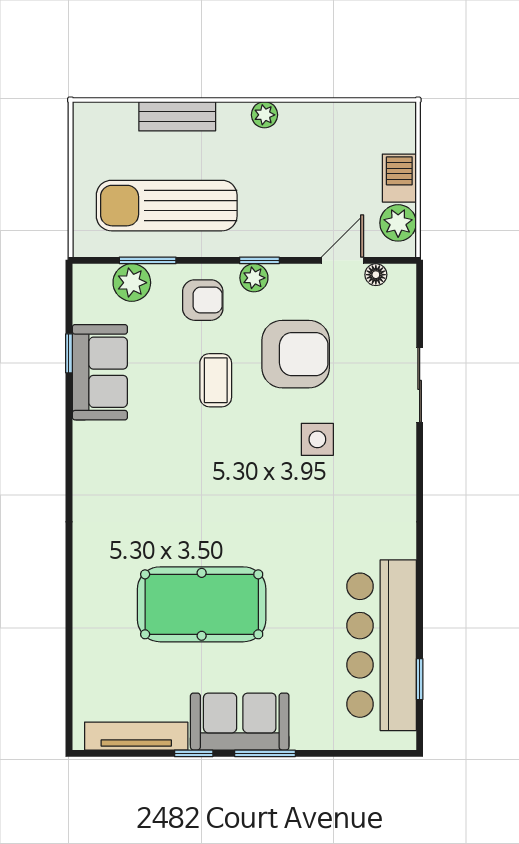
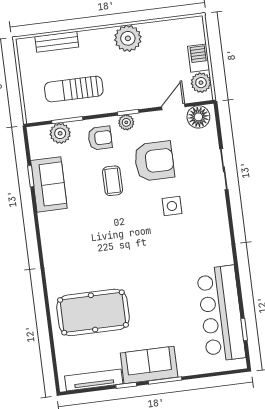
plant: (264, 115) -> (128, 38), width x1.88, depth x1.88
bench: (177, 116) -> (57, 42), moved
sun lounger: (167, 206) -> (74, 89), width x0.73, depth x0.75
floor lamp: (376, 275) -> (198, 117), width x1.89, depth x1.89
pool table: (202, 604) -> (93, 312), moved

